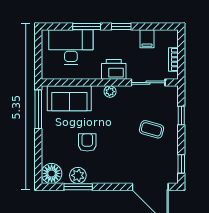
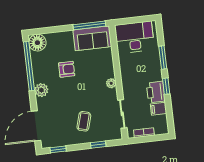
desk: (71, 47) -> (134, 37), moved, turned -90
printer: (114, 69) -> (156, 92), moved, turned 180
sofa: (69, 98) -> (92, 38), moved, turned -90
plant: (78, 175) -> (41, 90), moved
window: (78, 187) -> (29, 66), width x2.11

